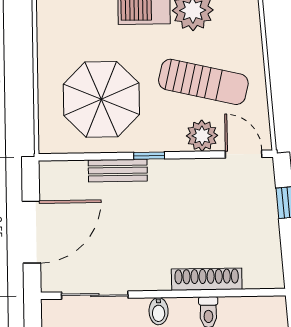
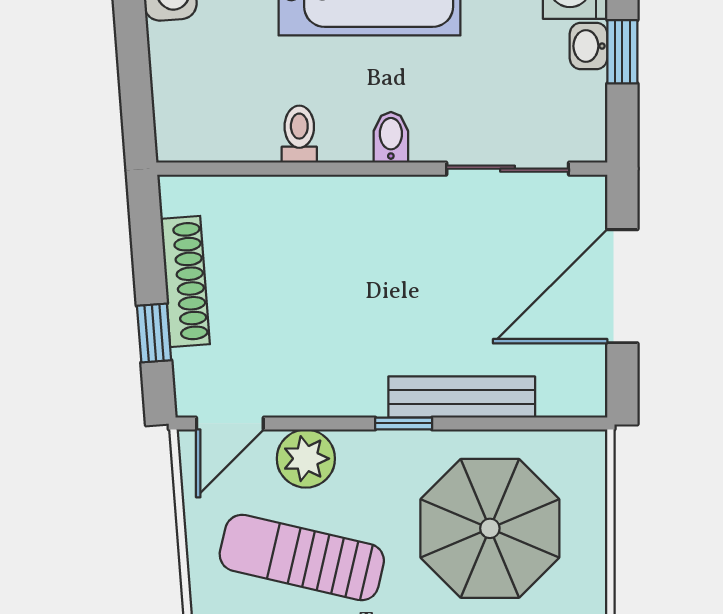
door: (244, 154) -> (230, 423), hinge flipped
bench: (118, 171) -> (462, 397), width x1.36
shoe rack: (207, 279) -> (185, 281), moved, turned -94

